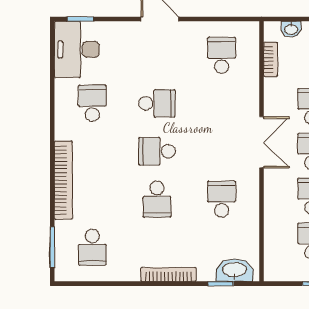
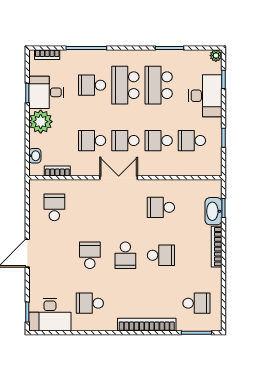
school desk: (222, 55) -> (54, 207), turned 90
washbasin: (234, 270) -> (213, 211), moved

